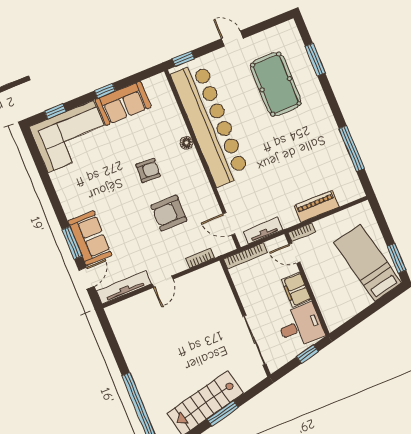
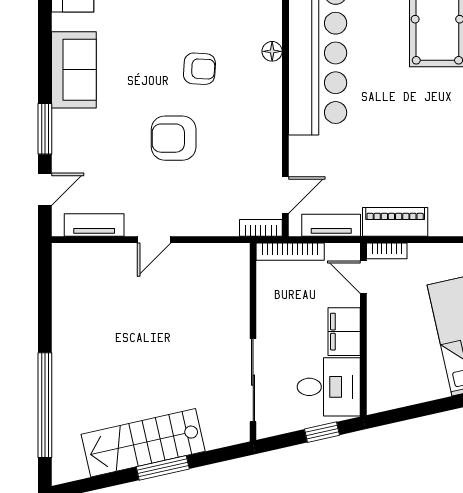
piano: (317, 206) -> (395, 222), moved
armchair: (169, 213) -> (174, 138), moved
door: (229, 224) -> (285, 195), swing flipped
sofa: (90, 238) -> (74, 70), moved
bookcase: (200, 258) -> (261, 228), moved
tv unit: (124, 287) -> (94, 225), width x0.71

